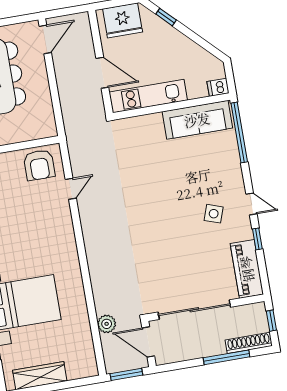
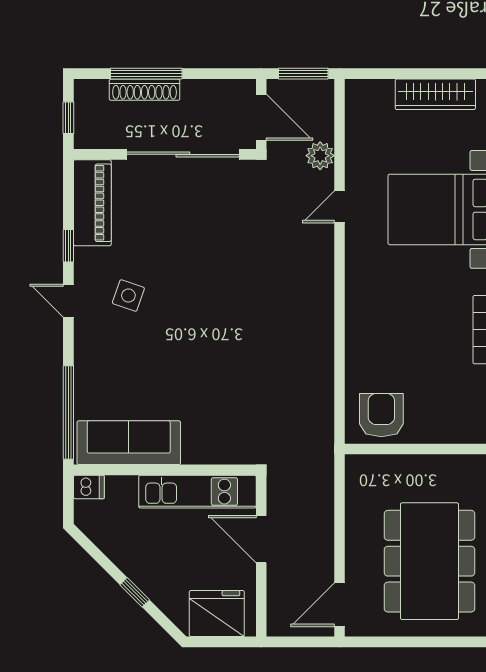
window: (166, 17) -> (135, 592), moved
door: (71, 189) -> (339, 207), moved
shoe rack: (249, 343) -> (145, 90), moved

